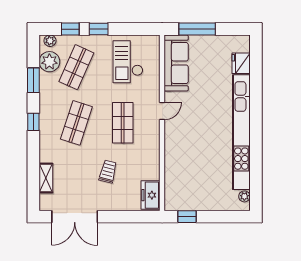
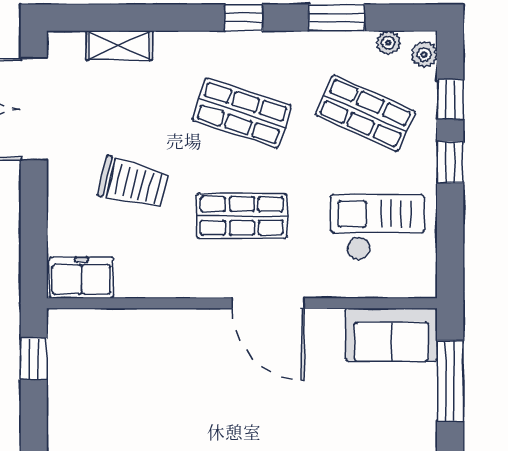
plant: (49, 62) -> (388, 43), width x0.53, depth x0.53
sofa: (176, 63) -> (391, 335), width x0.73
door: (162, 111) -> (268, 303), width x1.87
trolley: (108, 172) -> (134, 183), width x1.36, depth x1.39

